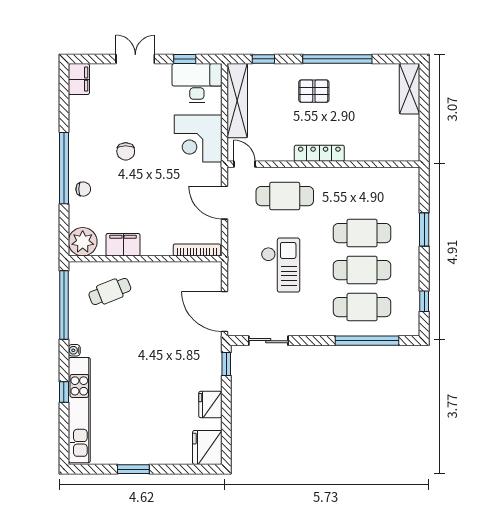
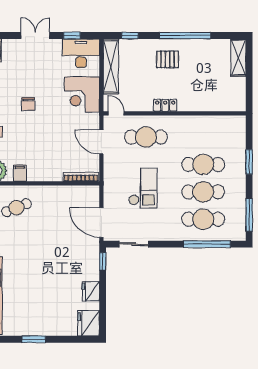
locker: (319, 153) -> (165, 105), width x0.66
filing cabinet: (123, 245) -> (20, 173), width x0.50
window: (424, 301) -> (249, 215), width x2.17

